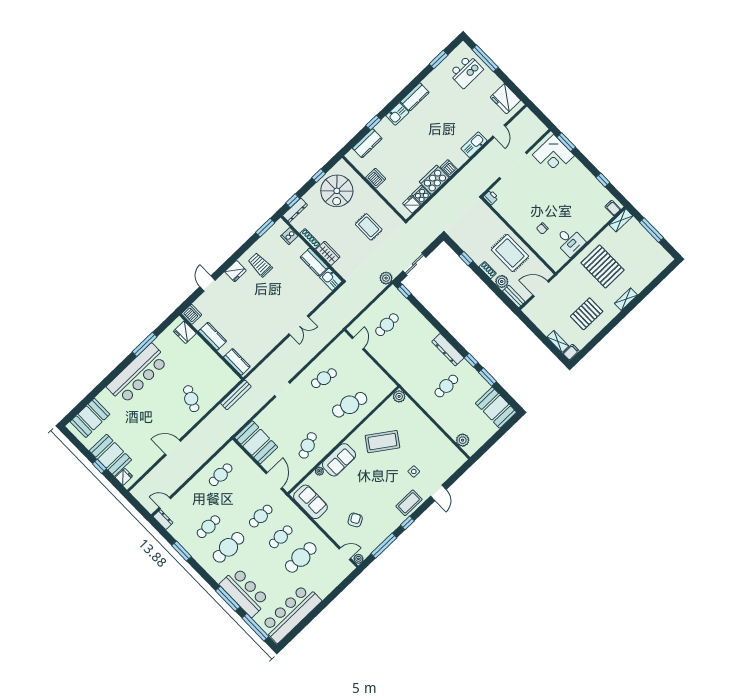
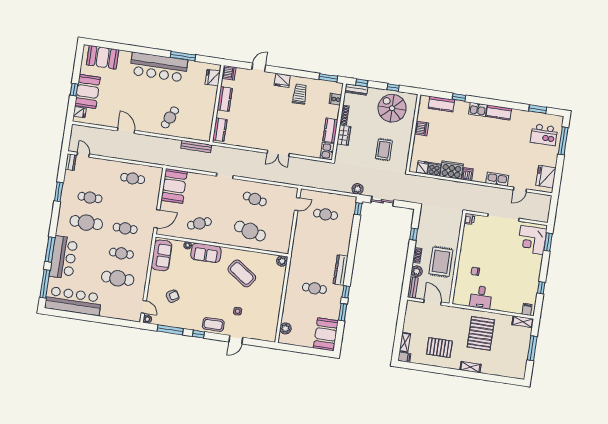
spiral stairs: (337, 191) -> (392, 108), turned 90

